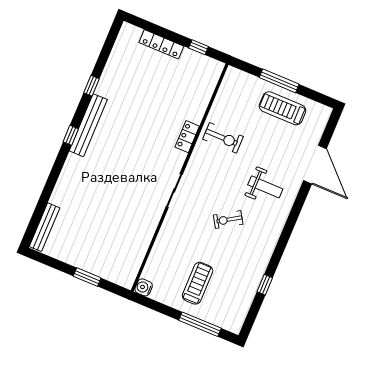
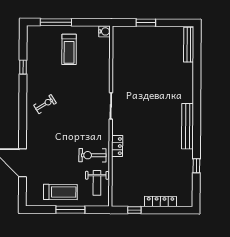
window: (91, 86) -> (196, 166), moved
window: (71, 135) -> (197, 114), removed
weight bench: (265, 187) -> (97, 183), moved, turned -90
exercise bike: (228, 220) -> (45, 104), moved

